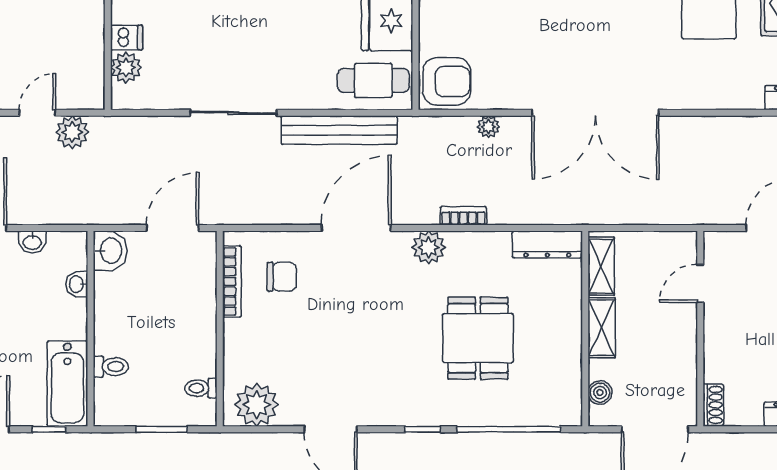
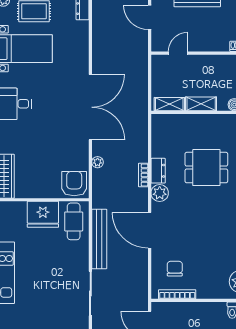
dresser: (547, 244) -> (158, 171), moved, width x0.70
door: (700, 283) -> (178, 53), swing flipped

